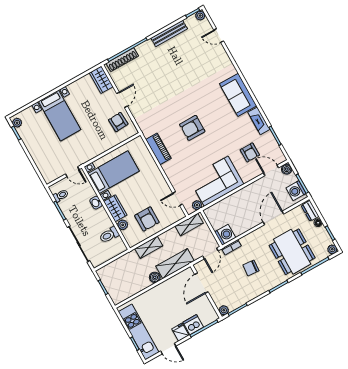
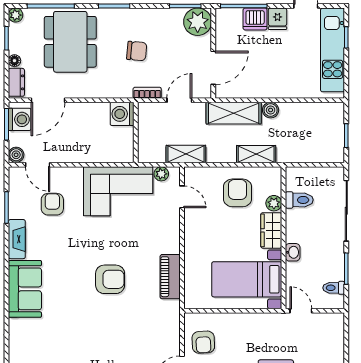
door: (273, 218) -> (48, 100), moved
wall: (211, 228) -> (136, 133), moved
washing machine: (225, 235) -> (122, 114), moved
plant: (224, 310) -> (198, 22), width x1.87, depth x1.87

